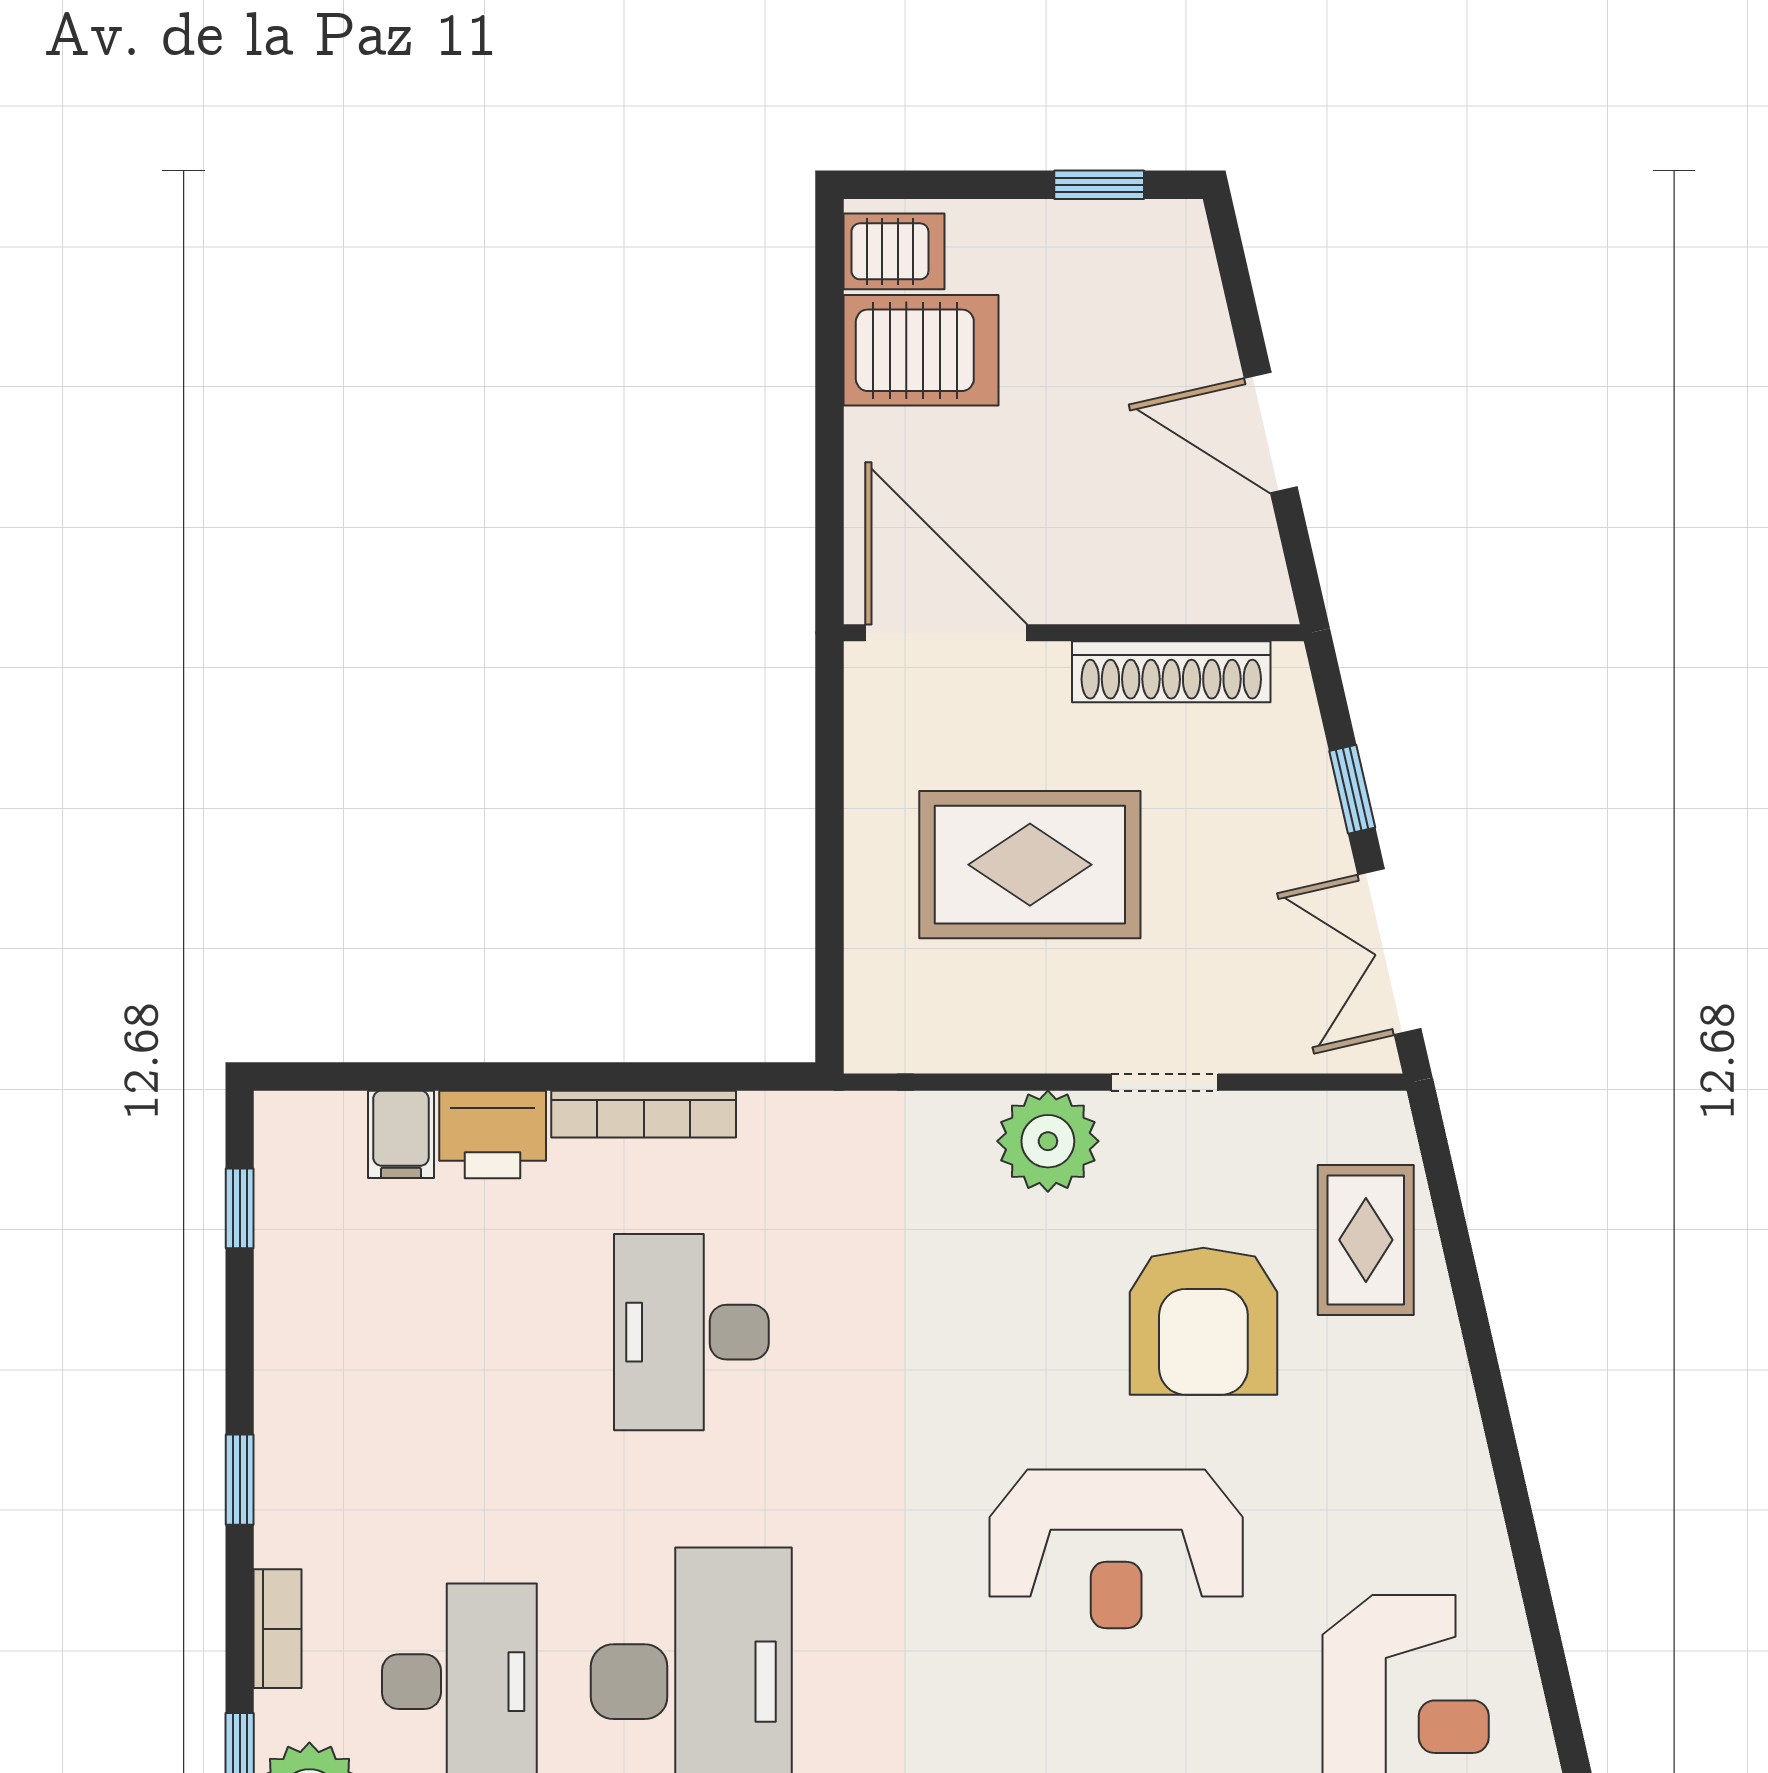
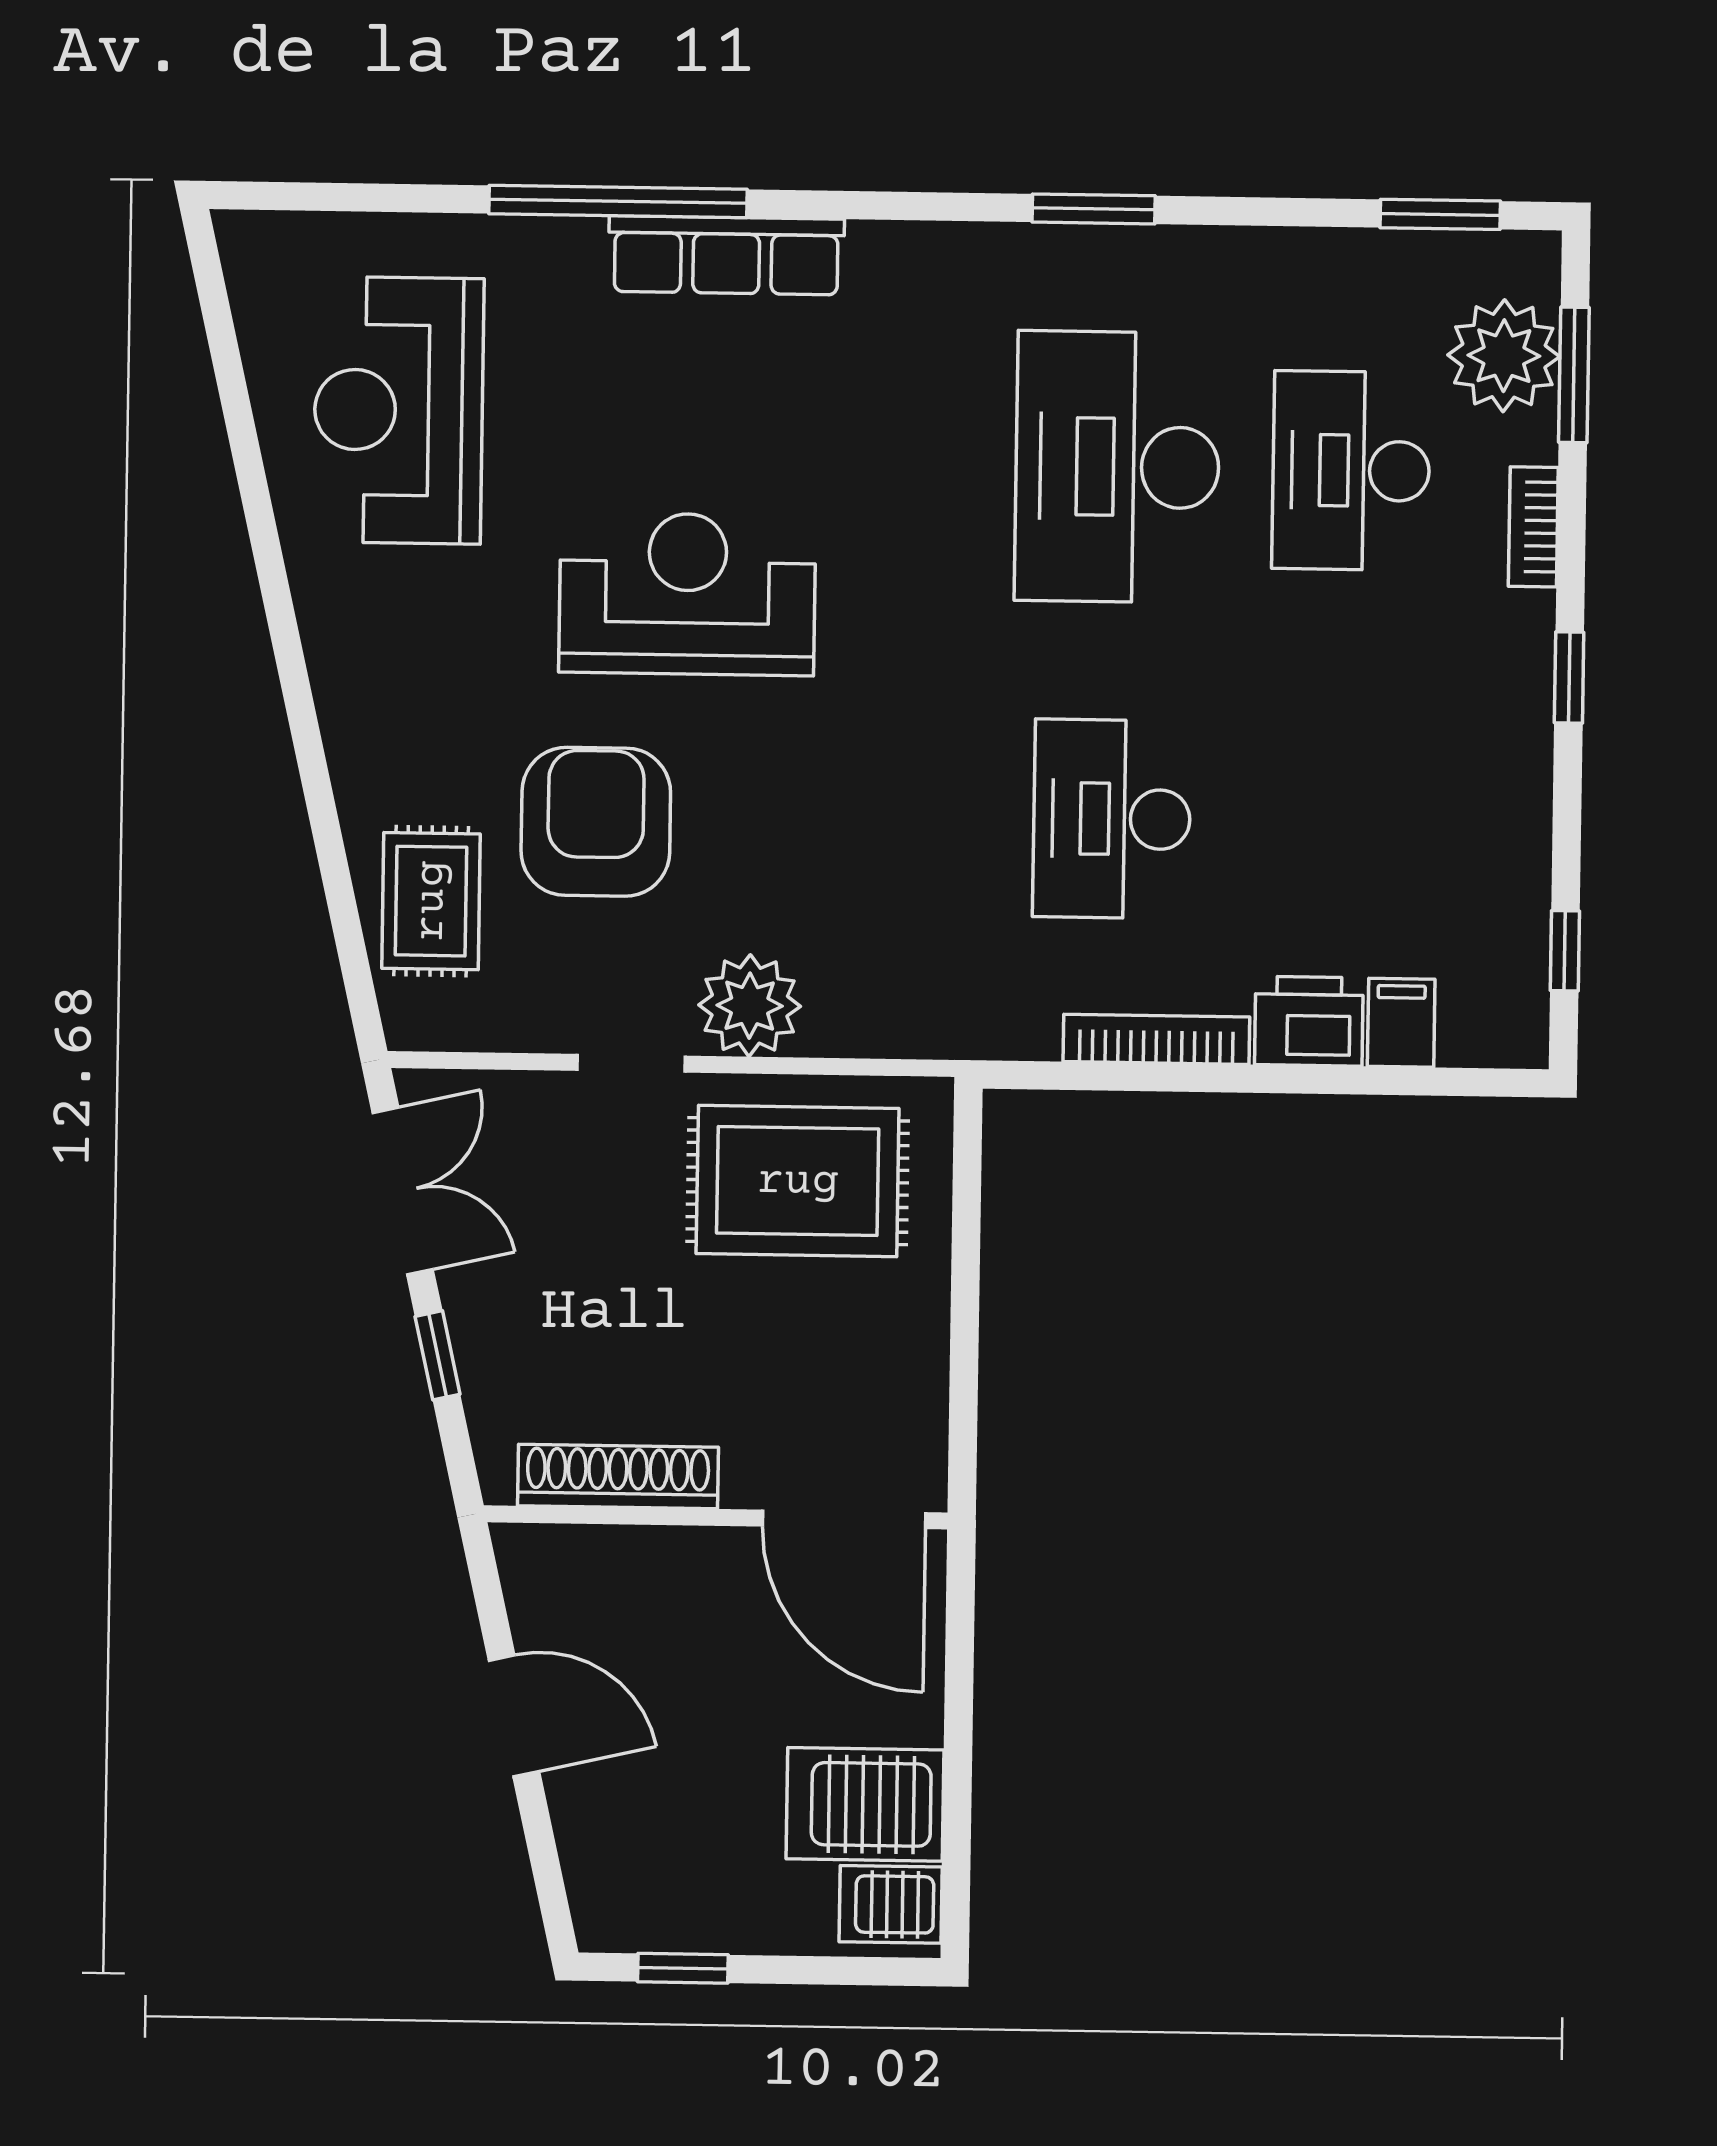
rug: (1030, 865) -> (798, 1181), moved
desk: (691, 1332) -> (1112, 819), turned 180

